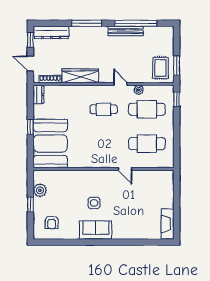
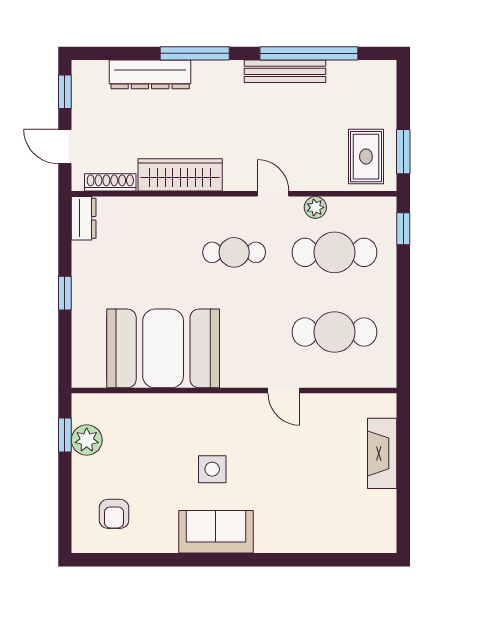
dresser: (51, 32) -> (150, 74), moved
booth: (50, 144) -> (163, 348), moved, turned 90
window: (30, 204) -> (65, 435), moved
fireplace: (168, 224) -> (382, 453), moved

